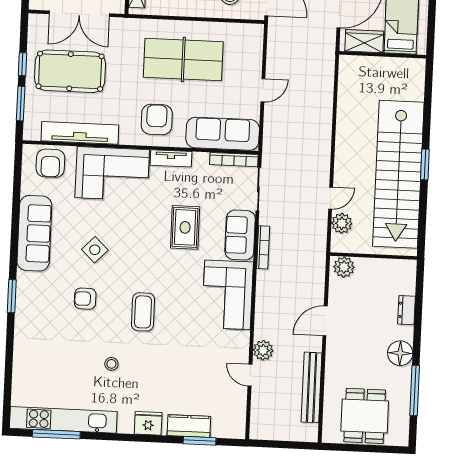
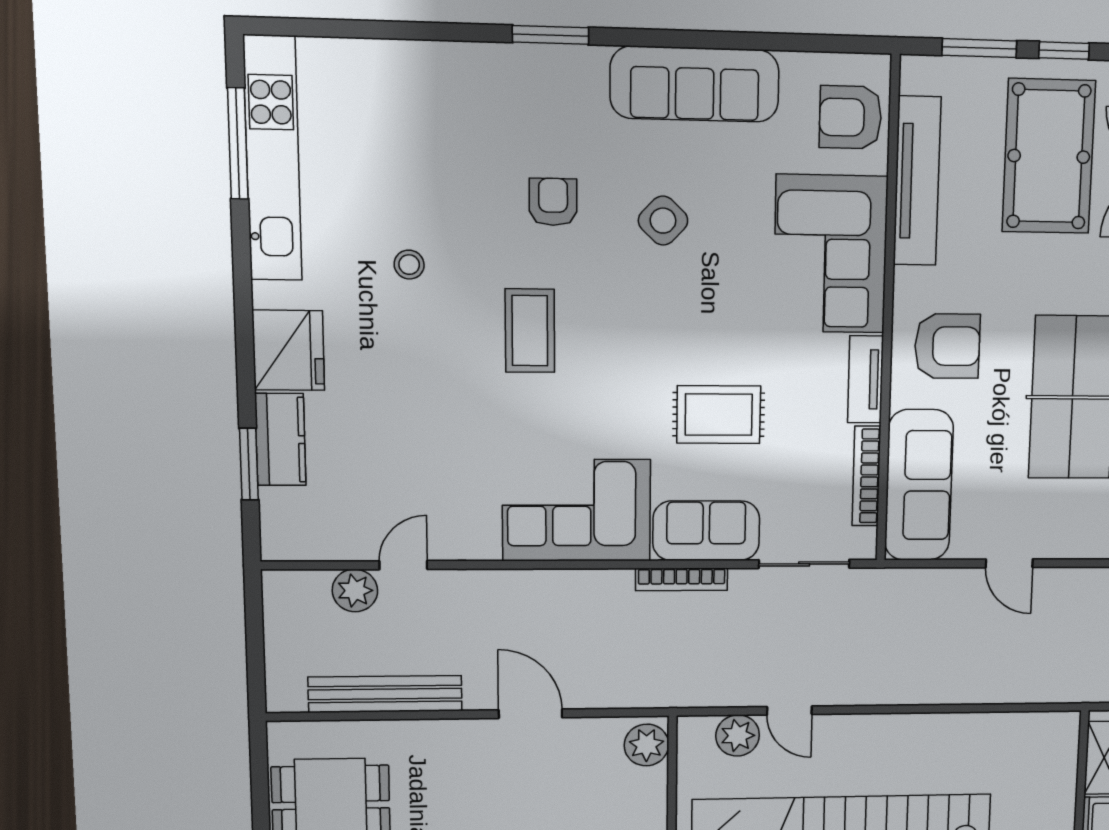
bookcase: (234, 160) -> (866, 476), moved
coffee table: (143, 312) -> (530, 331), turned 90
plant: (263, 350) -> (355, 590), moved
fridge: (148, 423) -> (288, 350), width x1.36, depth x1.34

